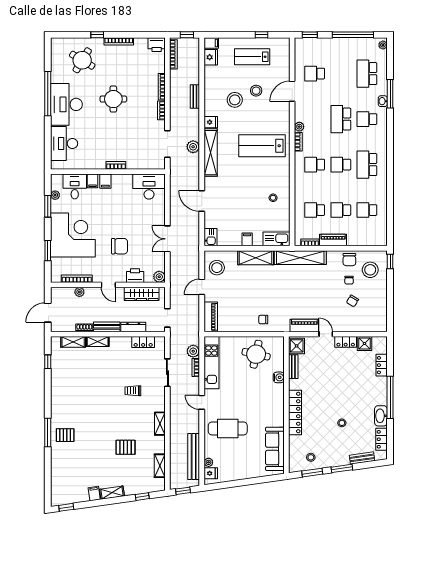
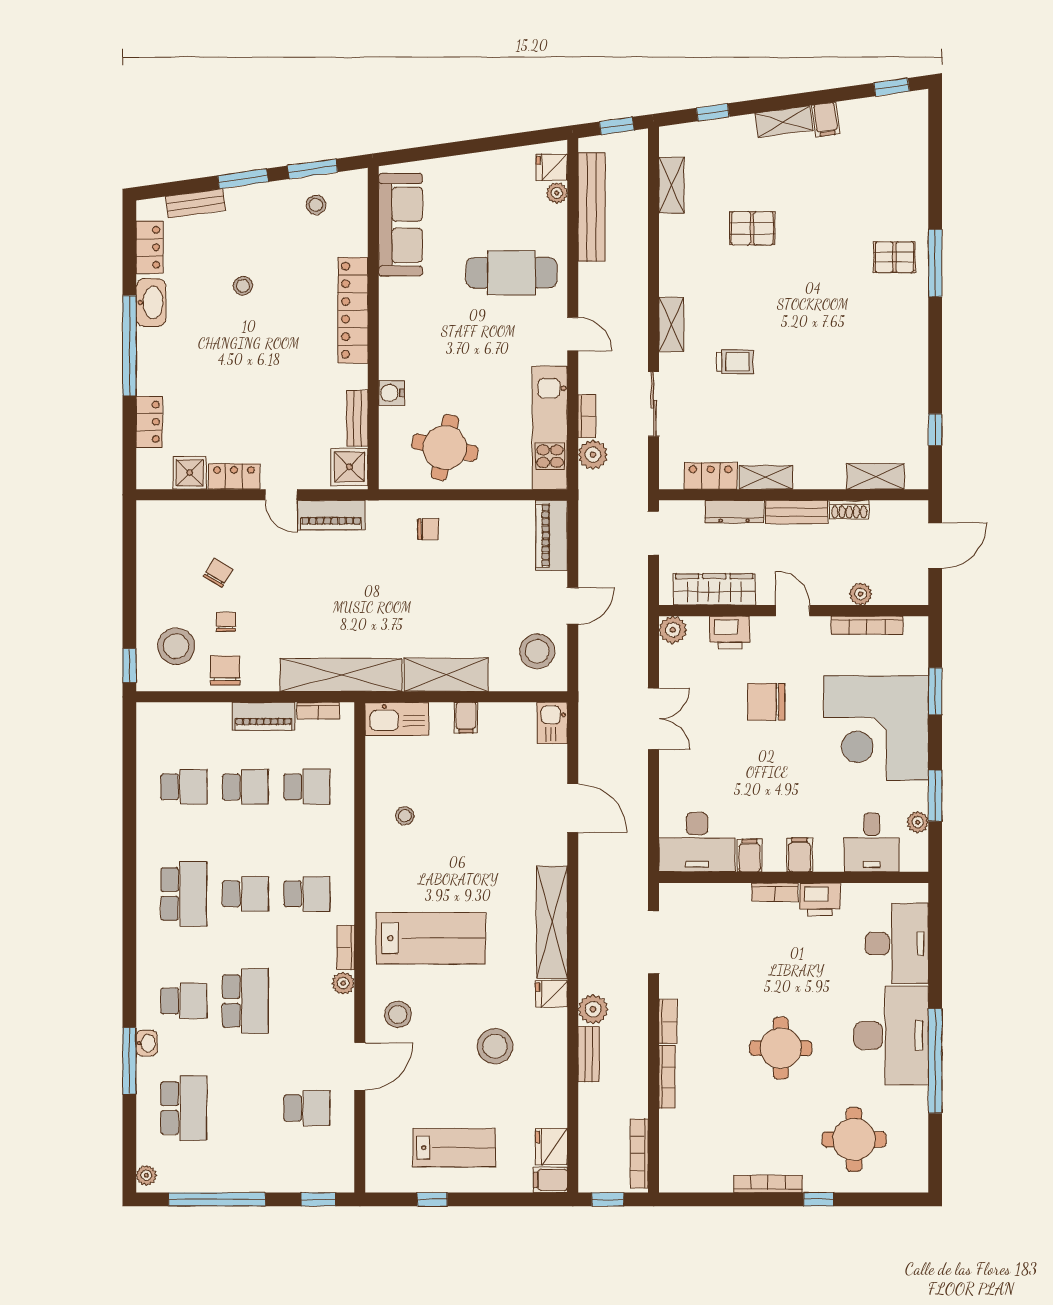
printer: (157, 45) -> (820, 899), moved, turned 180
round table: (82, 60) -> (854, 1139), turned -31
stool: (256, 91) -> (398, 1014), moved
plant: (193, 147) -> (593, 1009), moved
filing cabinet: (93, 181) -> (749, 856), moved
shelving: (98, 342) -> (766, 477), moved
shelving: (160, 424) -> (671, 325), moved

